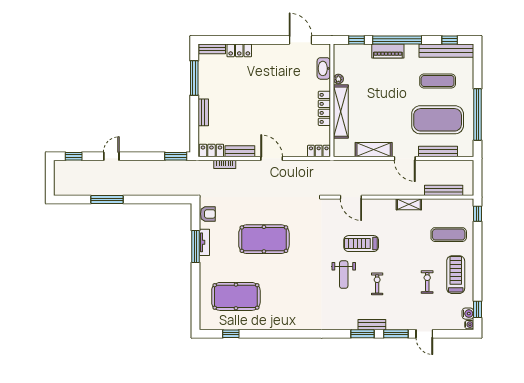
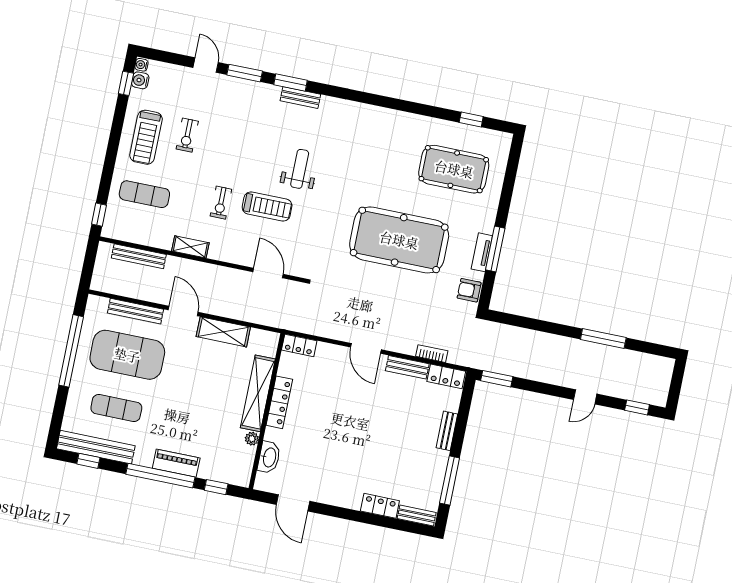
pool table: (264, 239) -> (399, 240), width x1.36, depth x1.32
exercise bike: (377, 284) -> (221, 203), moved
bench: (372, 325) -> (300, 98), moved

